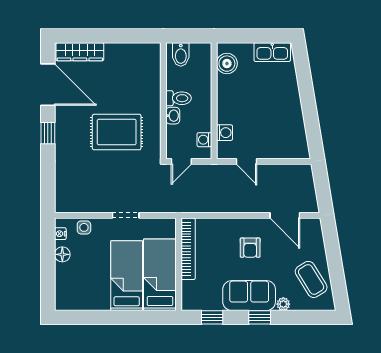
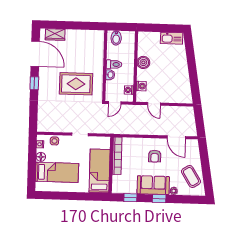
wardrobe: (80, 52) -> (55, 35), width x0.67
boiler: (227, 64) -> (143, 62), moved
bed: (127, 276) -> (57, 172), moved, turned 90

